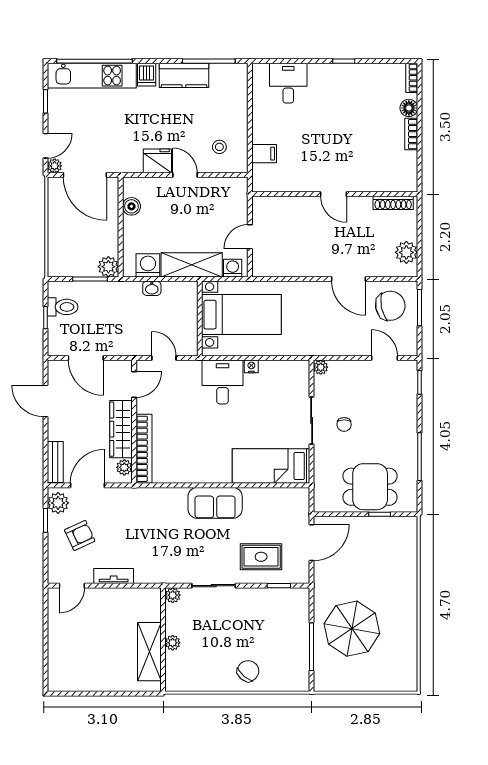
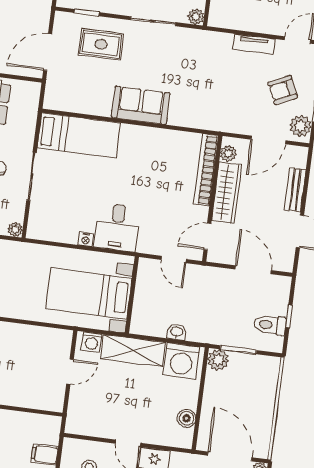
washing machine: (148, 265) -> (181, 361), width x1.37, depth x1.37
bench: (55, 462) -> (295, 190), moved

